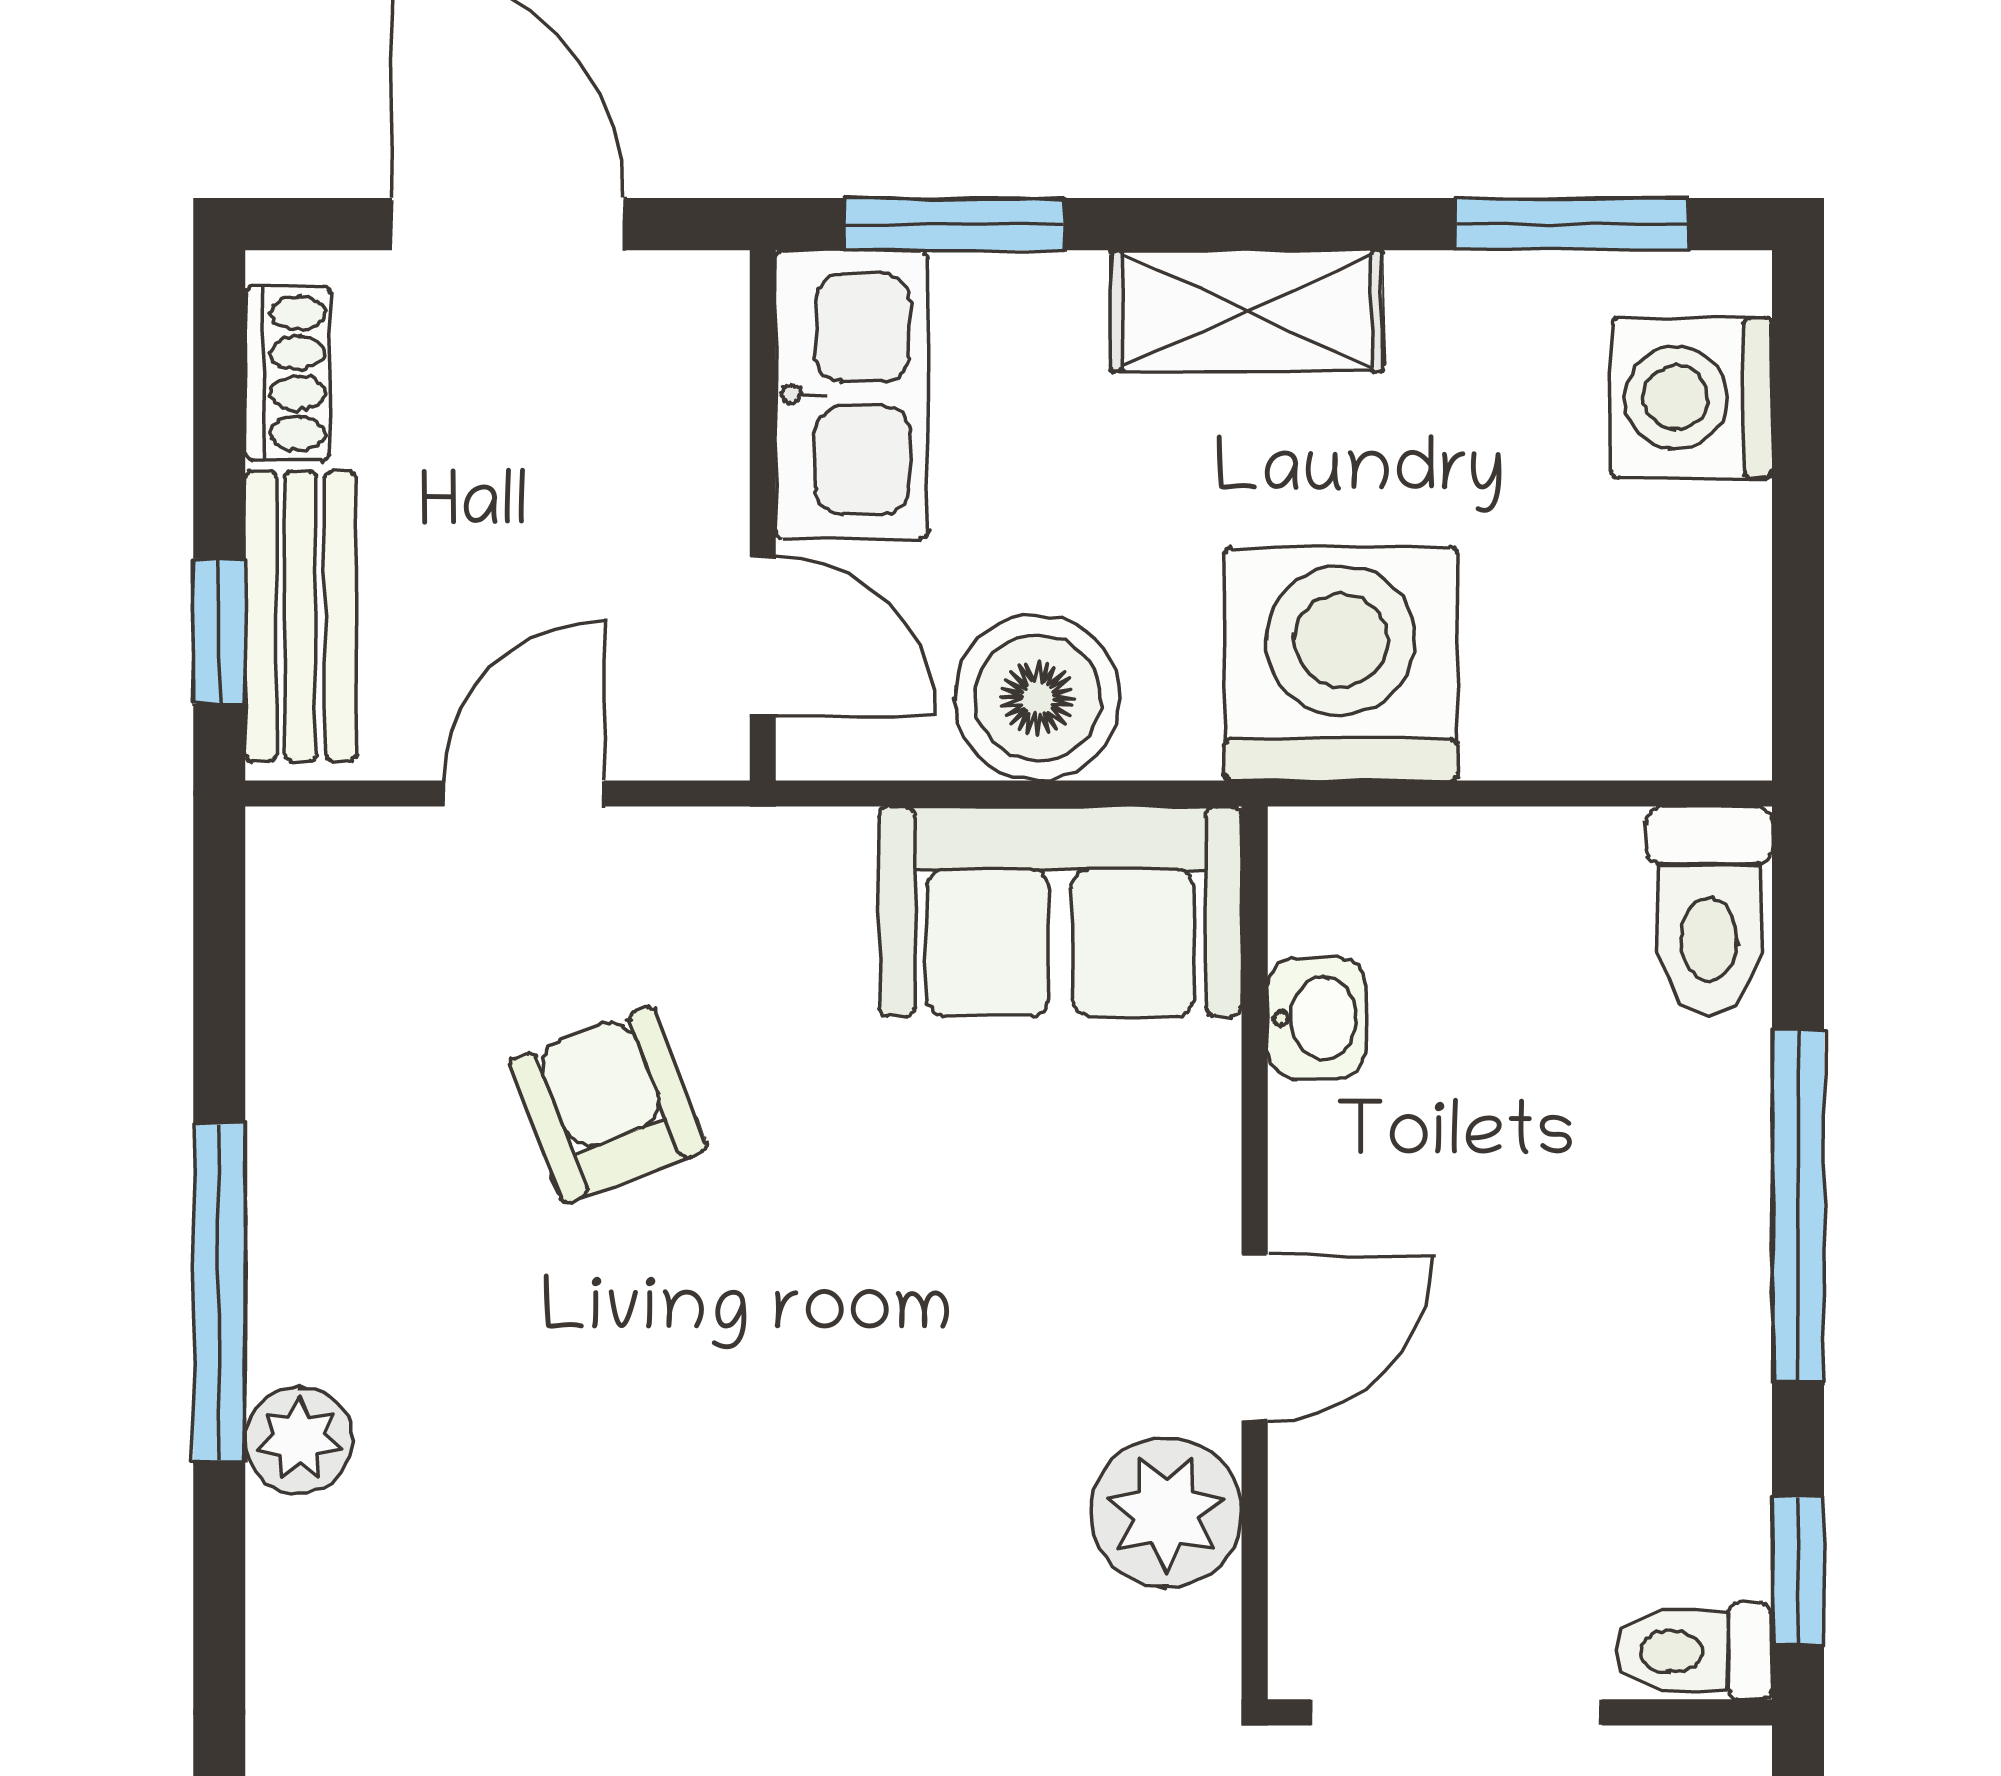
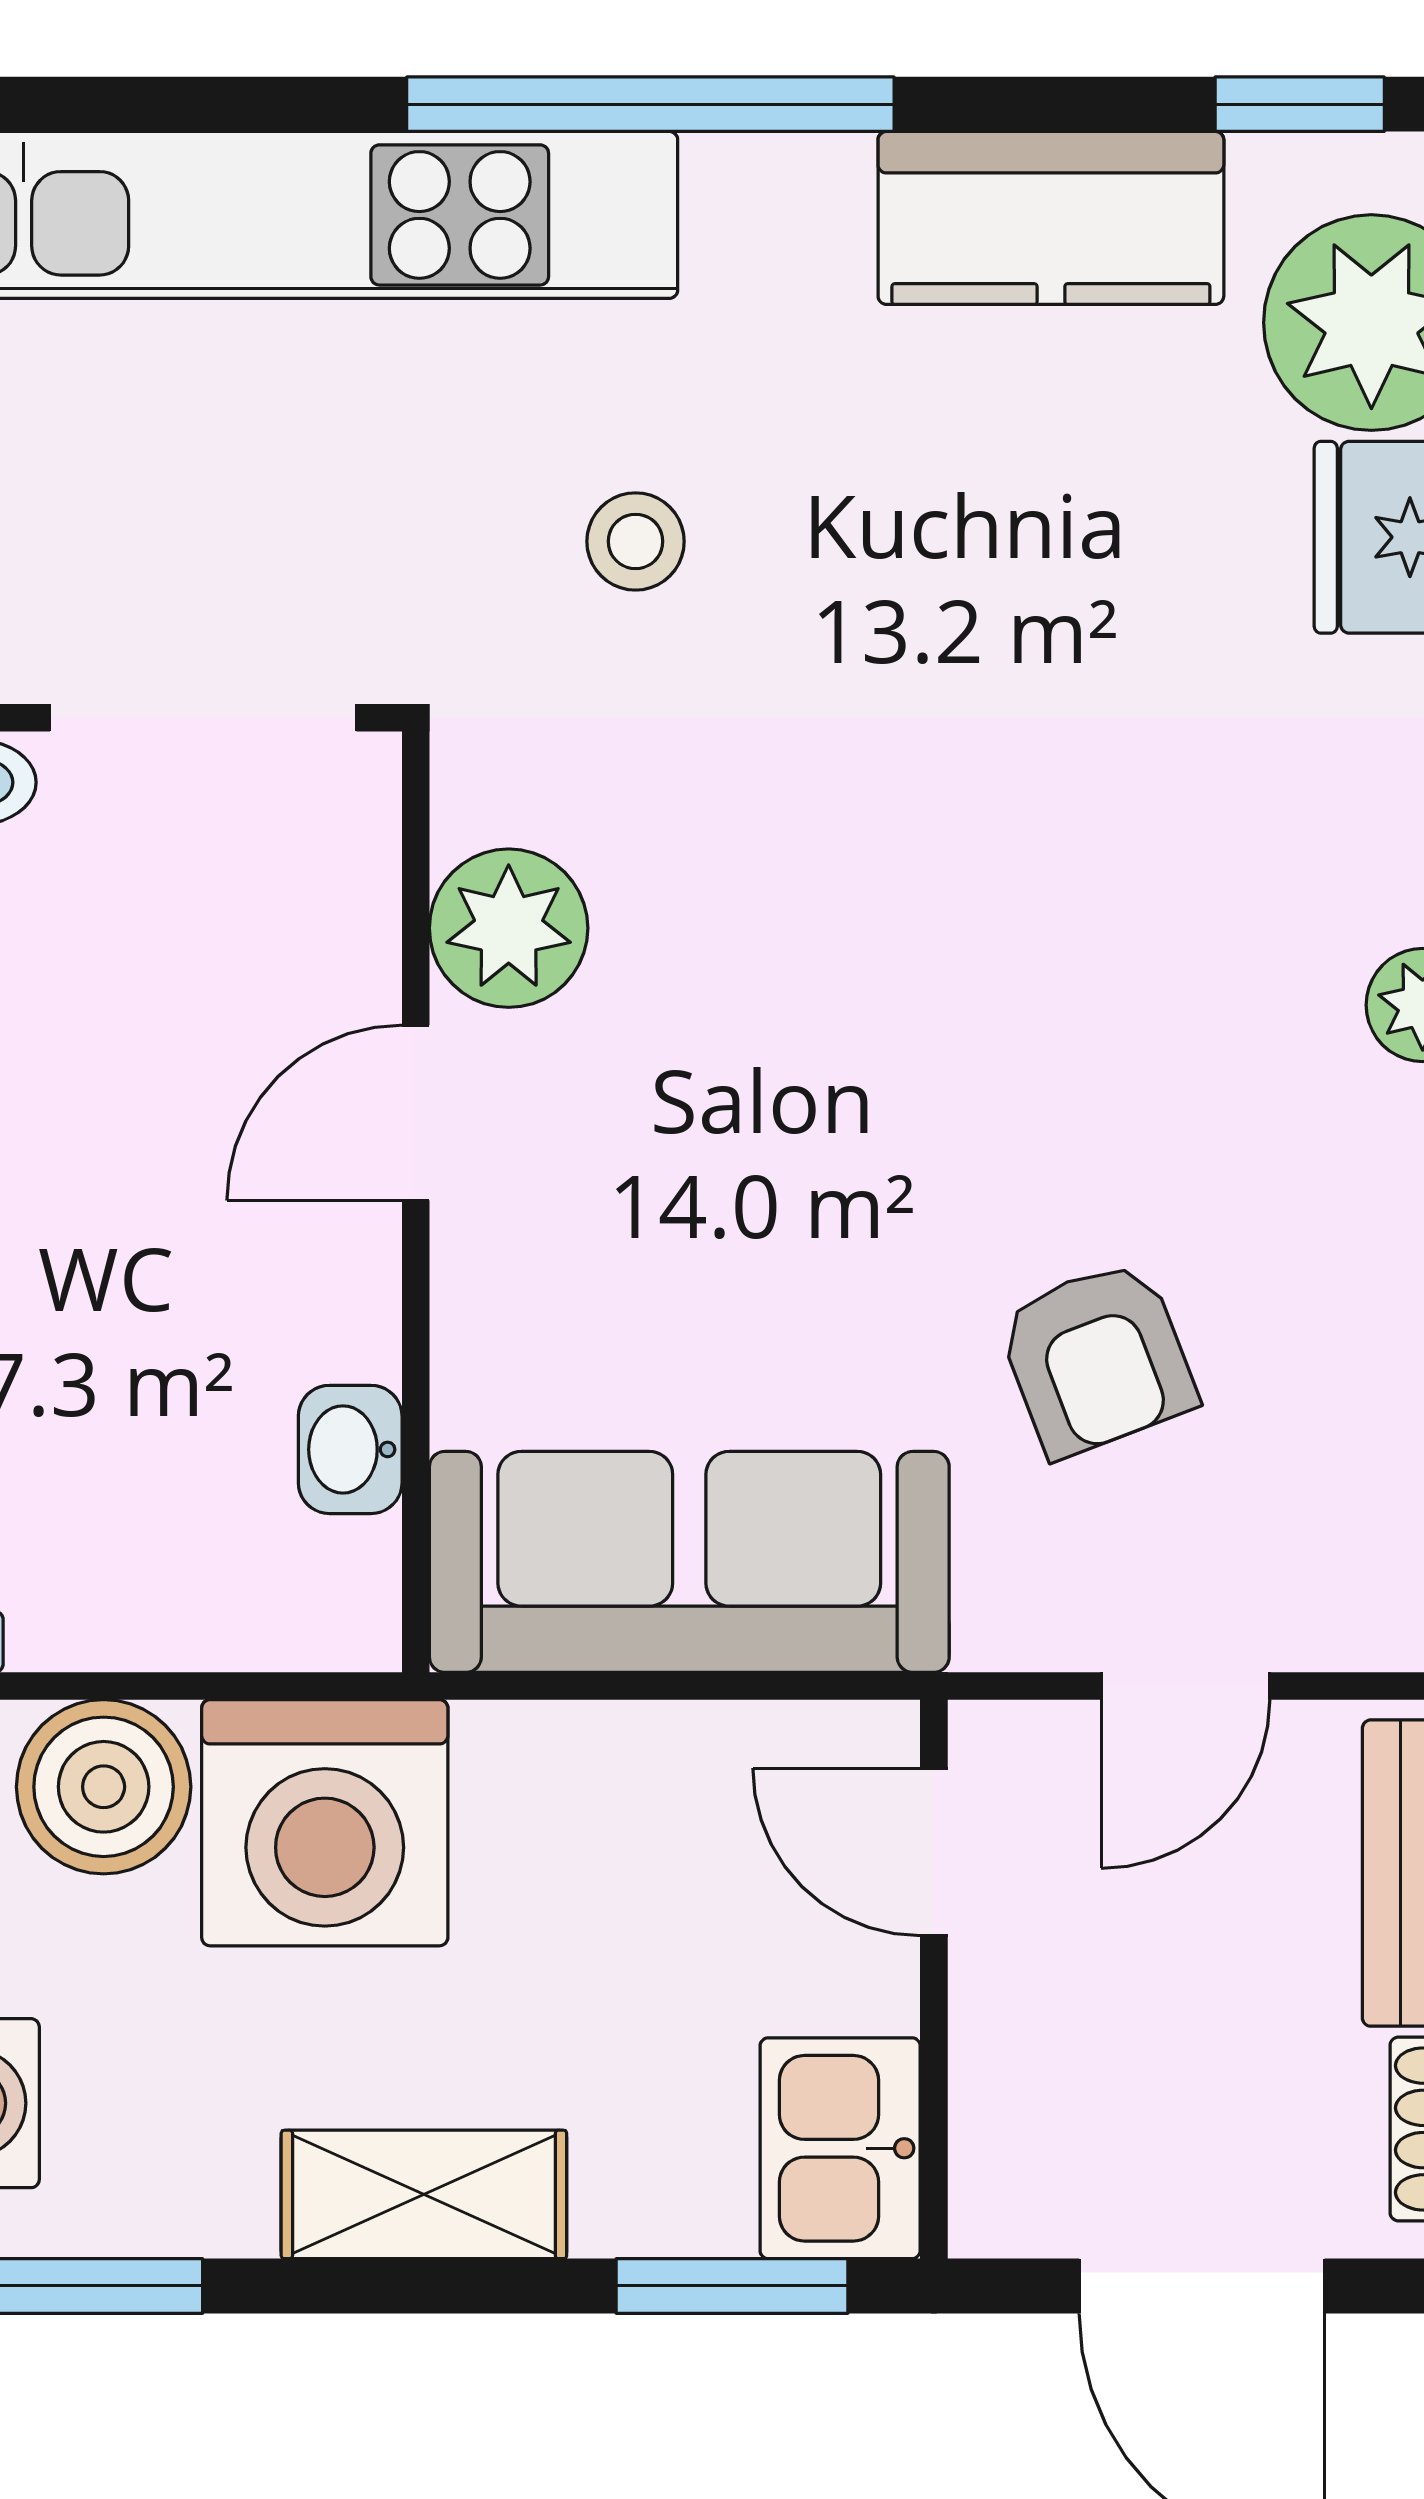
kitchen sink: (852, 394) -> (840, 2148), width x0.73
boiler: (1037, 698) -> (104, 1787), moved
sofa: (1060, 911) -> (689, 1562), width x1.36

